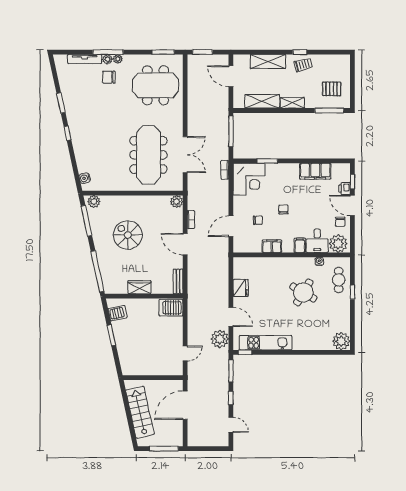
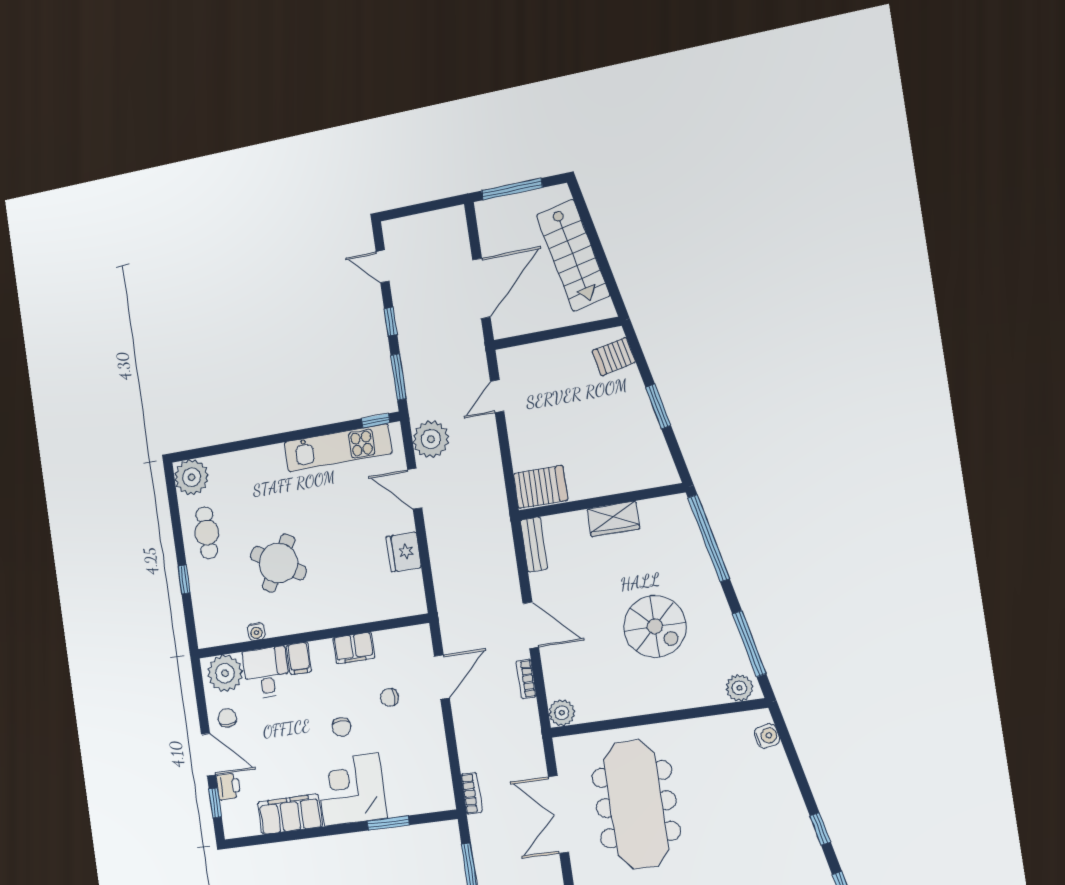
corner desk: (249, 179) -> (351, 790), moved
cafe table: (339, 280) -> (207, 533), moved
server rack: (118, 313) -> (614, 356), moved

